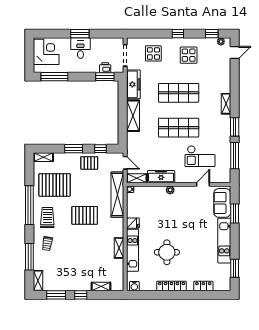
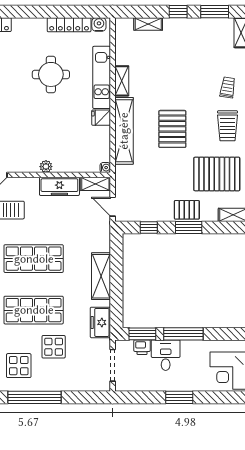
window: (178, 34) -> (34, 397), width x3.17
desk: (80, 48) -> (166, 355), moved, turned 180
display table: (153, 53) -> (54, 347), moved
window: (54, 77) -> (183, 334), moved
freezer: (133, 84) -> (100, 322), width x0.71
pallet: (89, 163) -> (187, 210), moved
shelving: (117, 195) -> (124, 131), moved
pallet: (85, 215) -> (172, 129), turned 90
locker: (171, 286) -> (69, 25), moved

